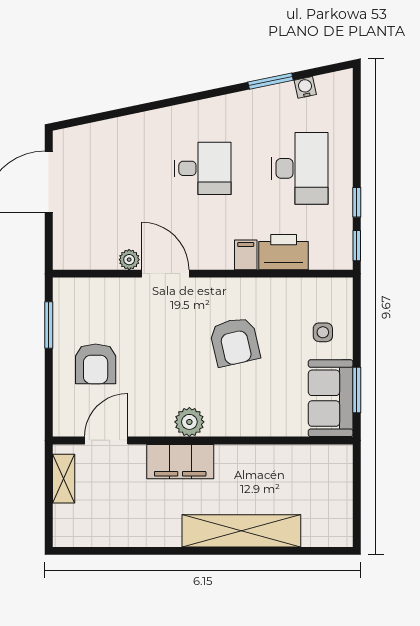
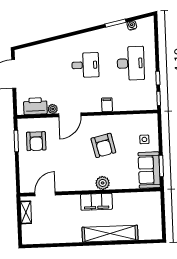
printer: (284, 252) -> (35, 106), moved
door: (165, 274) -> (70, 115), swing flipped
armchair: (96, 364) -> (36, 141), moved
plant: (189, 422) -> (103, 183), moved
filing cabinet: (180, 462) -> (96, 202), moved

